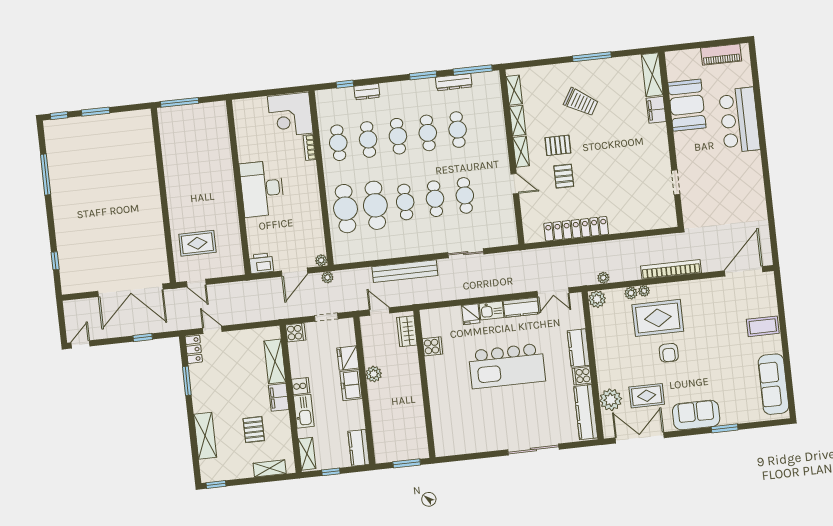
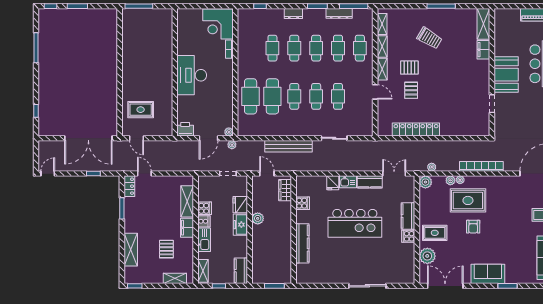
dresser: (367, 92) -> (293, 13), moved
booth: (687, 105) -> (506, 75), moved
cafe table: (338, 143) -> (360, 48), moved
double door: (553, 292) -> (394, 174), swing flipped
cooker: (296, 332) -> (205, 208), moved
rug: (647, 396) -> (435, 233), moved
kitchen counter: (586, 412) -> (302, 243), moved, turned 180

